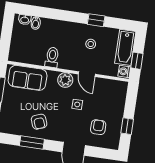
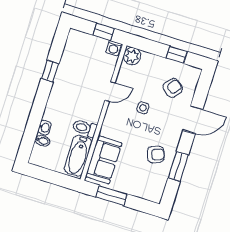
washbasin: (25, 20) -> (45, 127), moved
stool: (91, 44) -> (76, 82), removed
bathtub: (125, 47) -> (78, 156), moved, turned 90
plant: (65, 80) -> (132, 56), moved
armchair: (98, 127) -> (173, 88), turned 128

